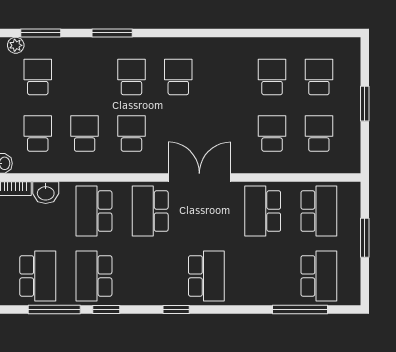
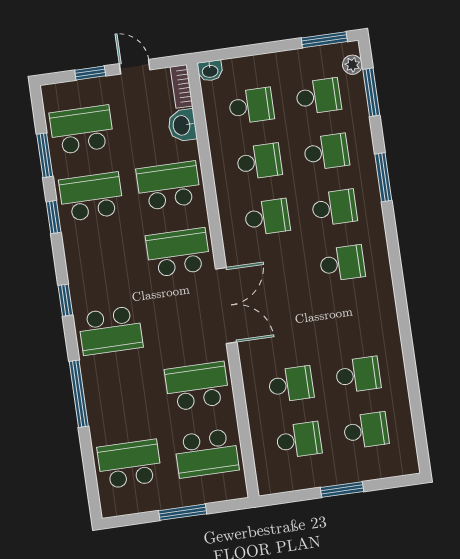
school desk: (85, 77) -> (326, 152), added
school desk: (38, 276) -> (82, 130), turned 180
school desk: (319, 276) -> (129, 464), turned 180
window: (54, 310) -> (45, 155), width x0.69
window: (300, 310) -> (79, 394), moved

